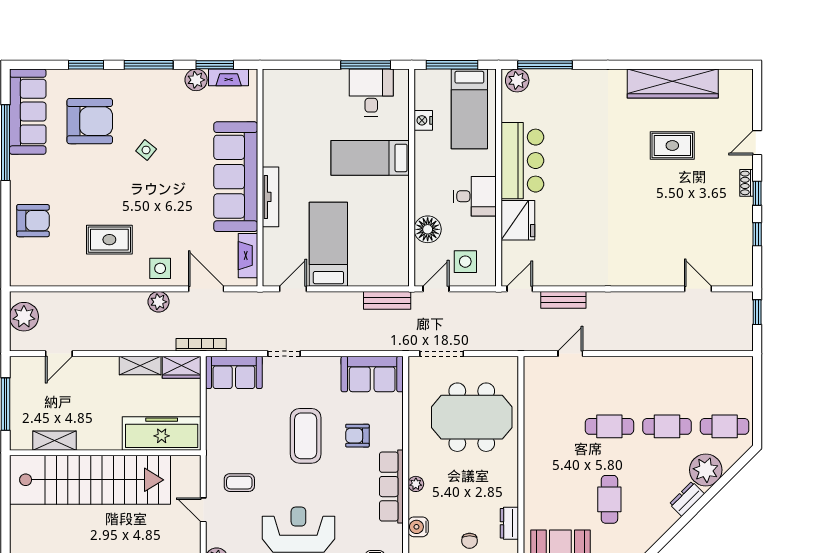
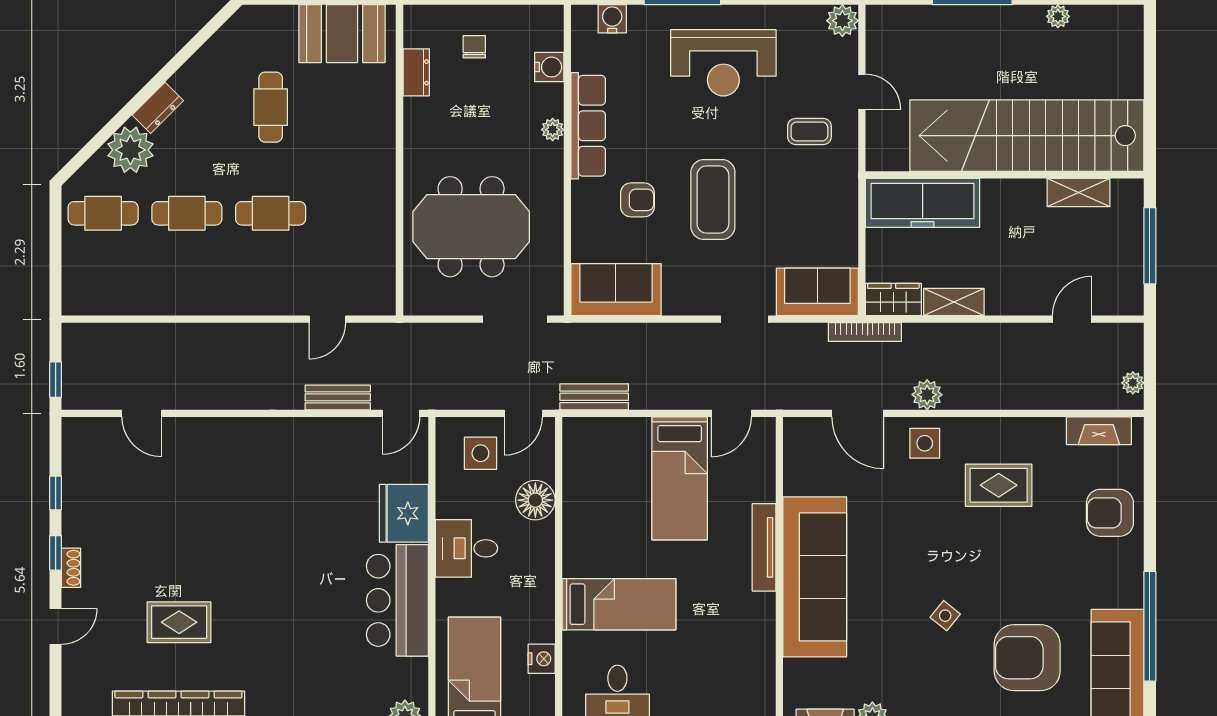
fireplace: (248, 256) -> (1099, 431), moved, turned 90
plant: (24, 317) -> (1133, 383), width x0.53, depth x0.53

